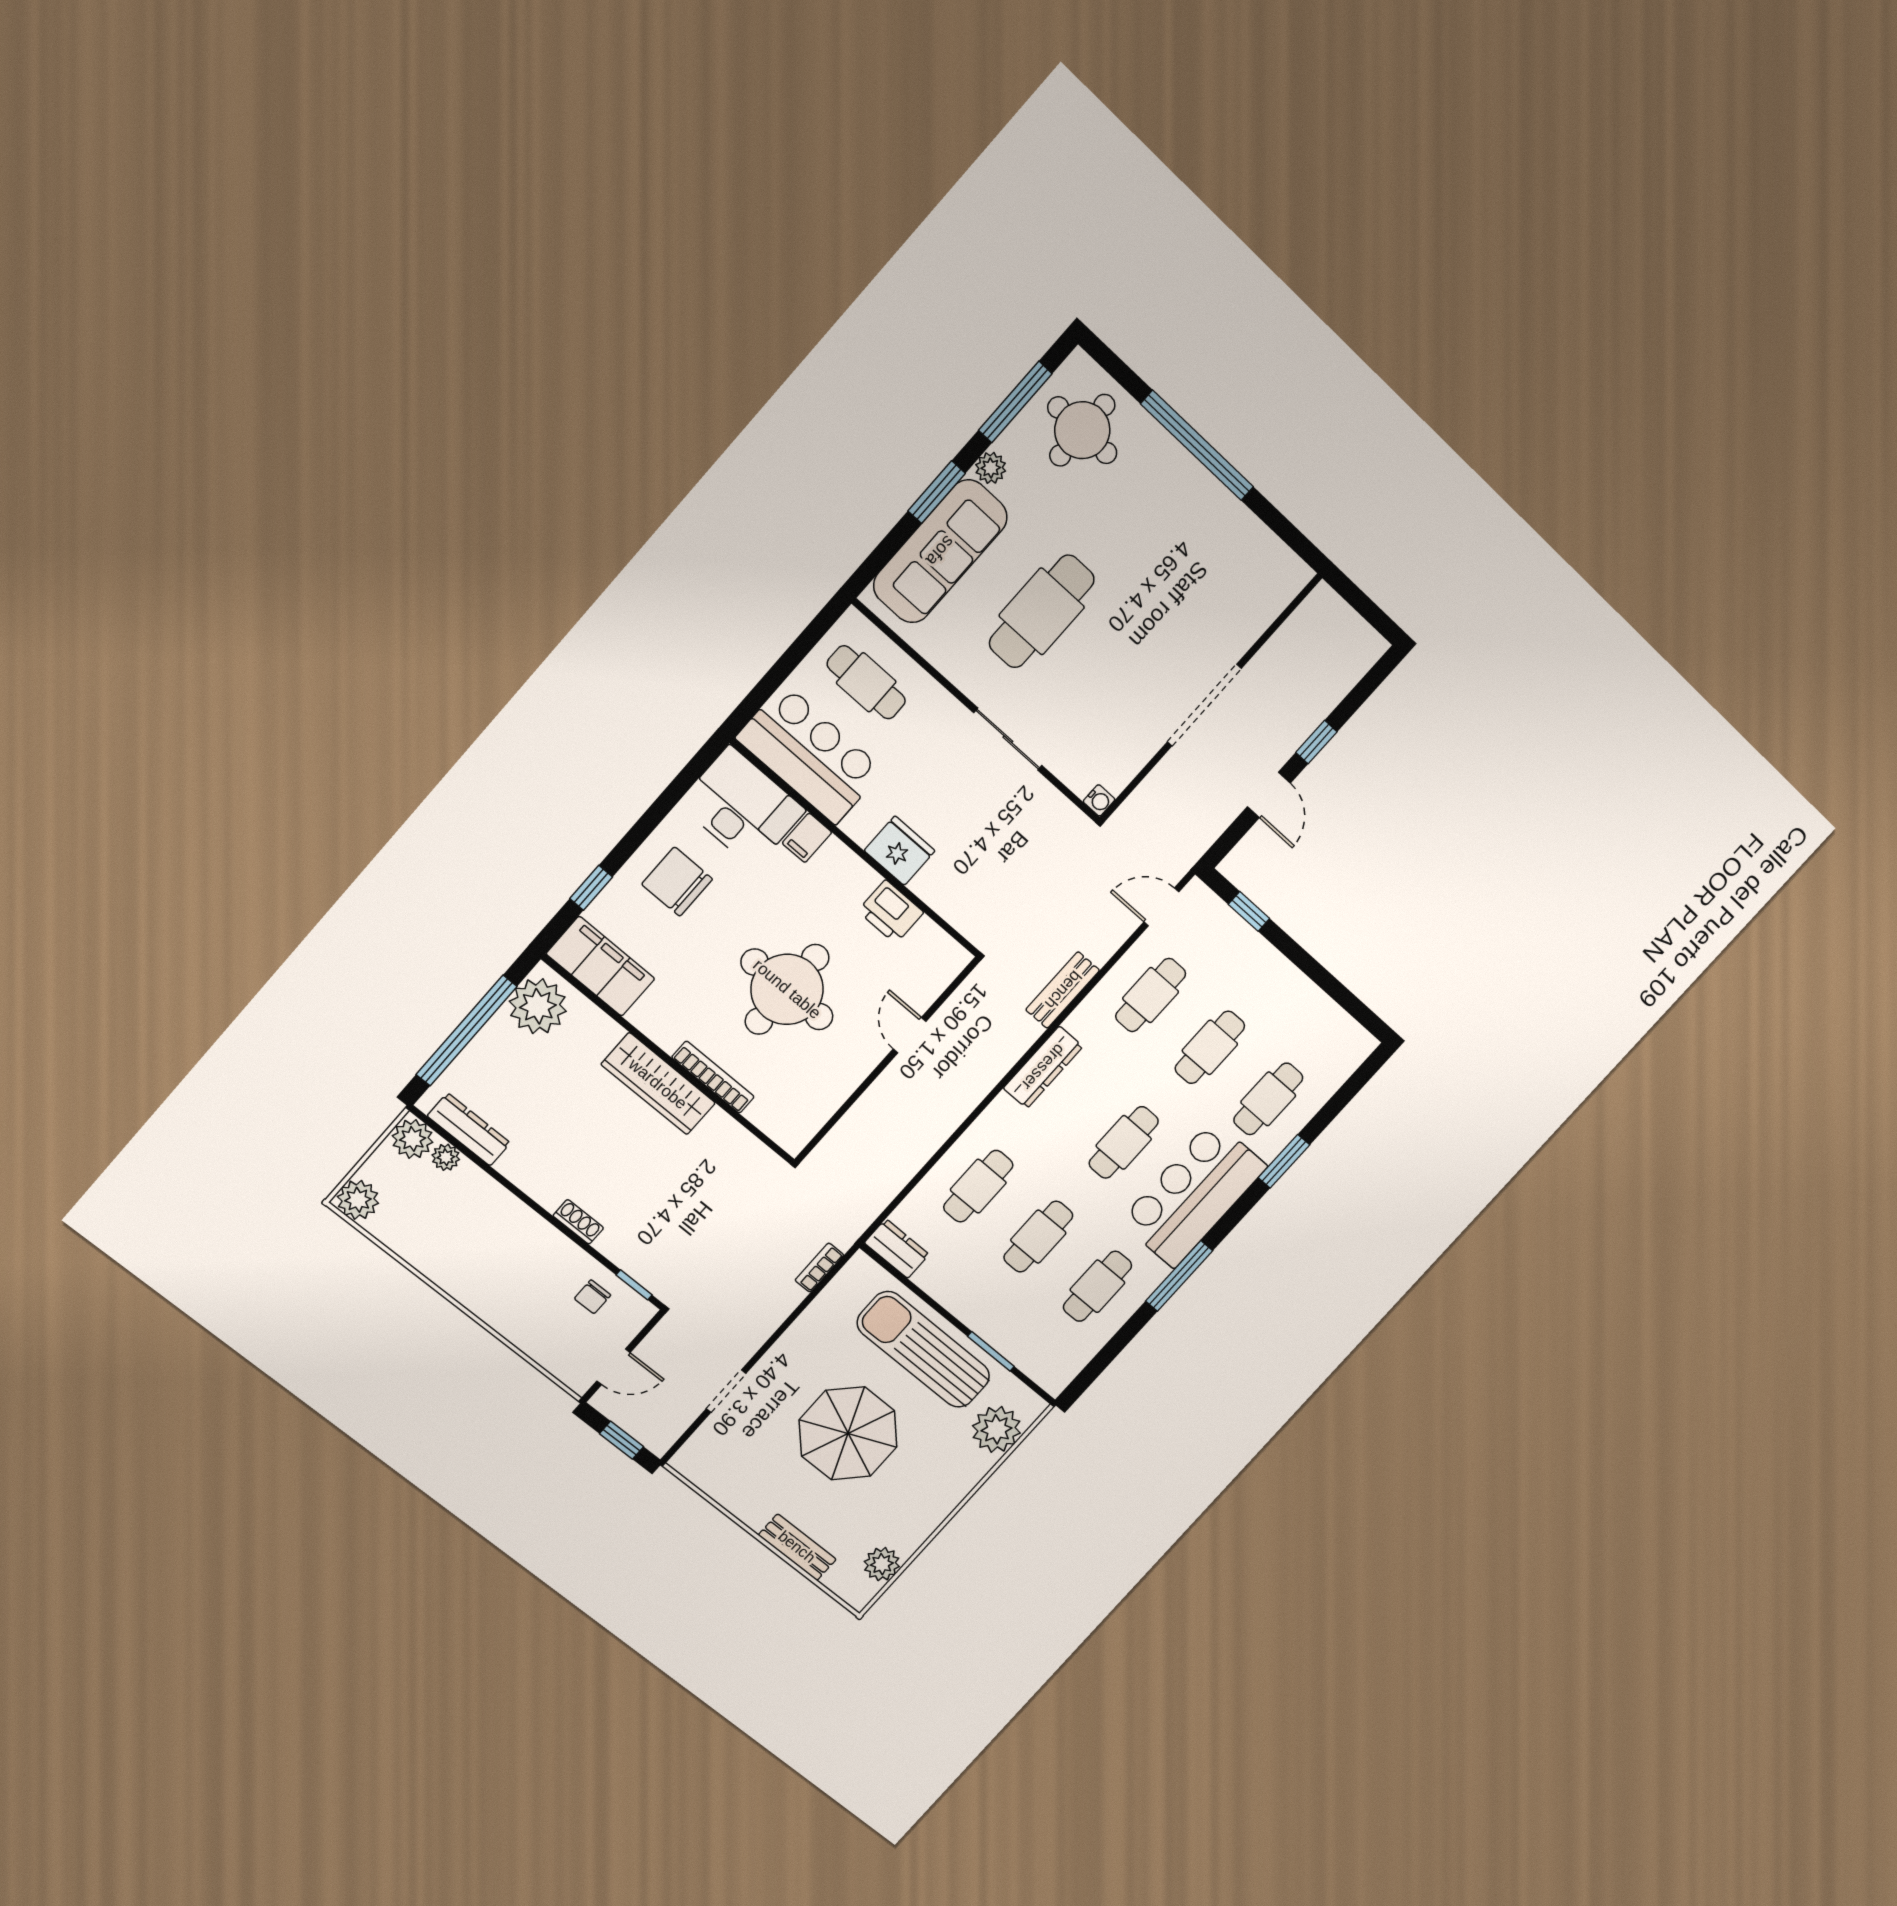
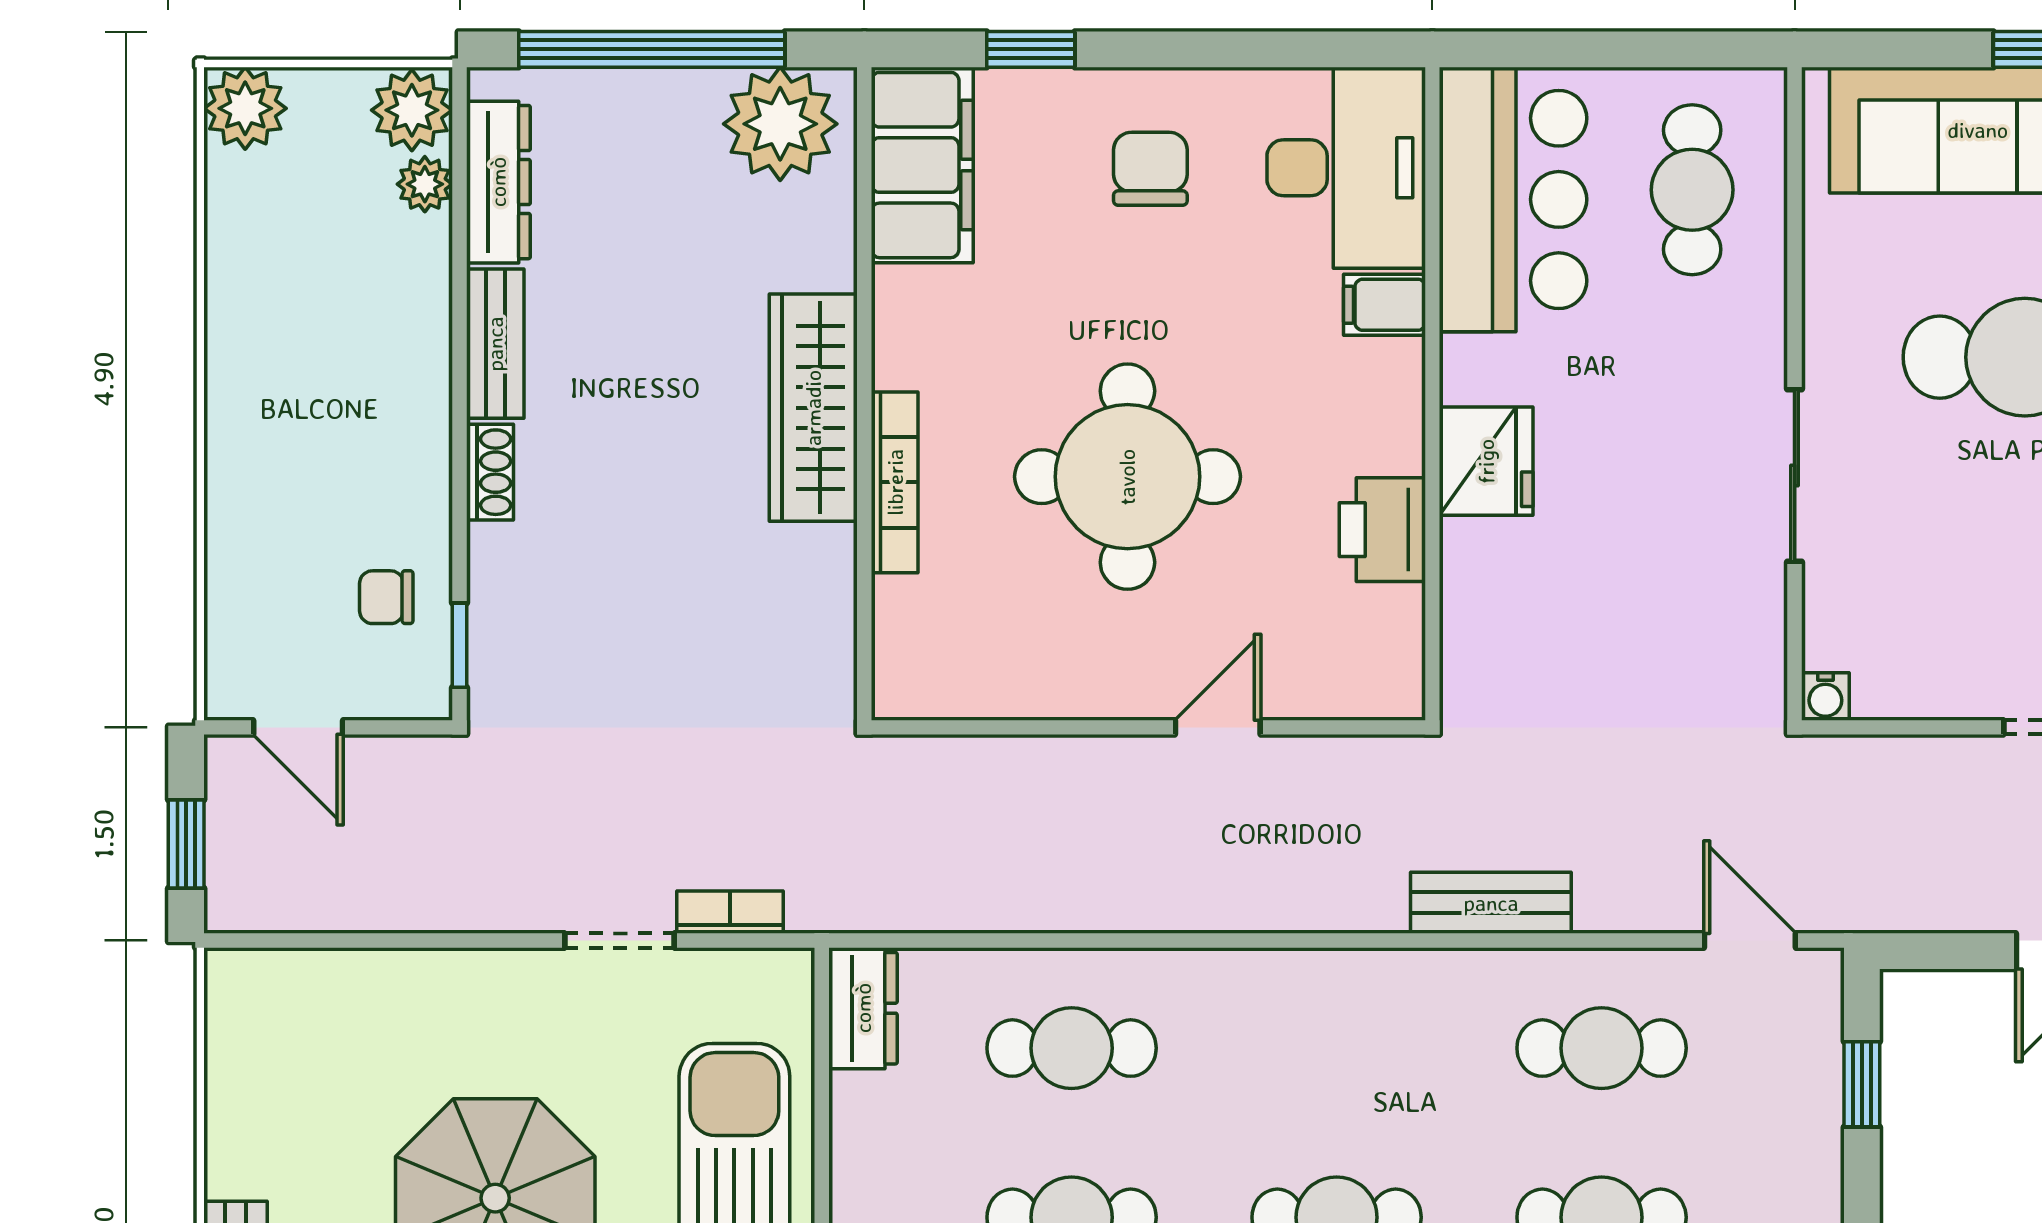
chair: (677, 882) -> (1150, 169), width x0.73, depth x0.73
dresser: (1043, 1067) -> (1345, 981), removed
bench: (531, 1181) -> (495, 344), added
doorway: (726, 1391) -> (620, 940), moved

